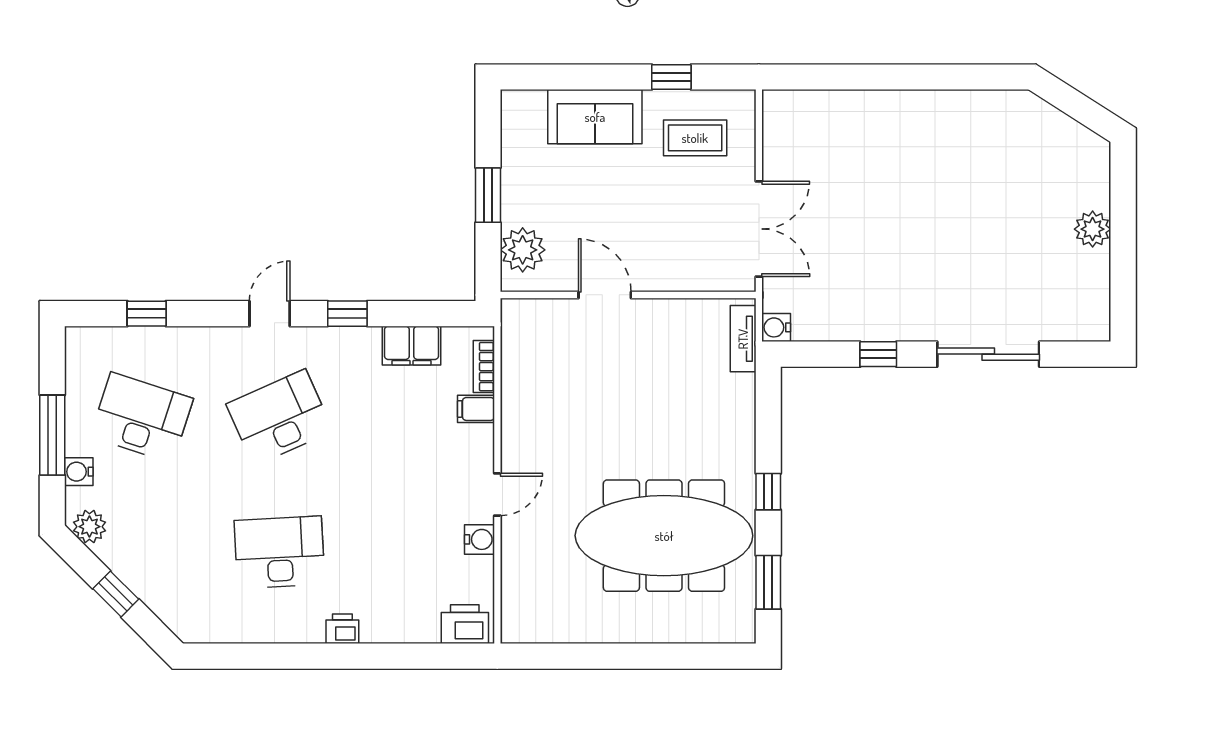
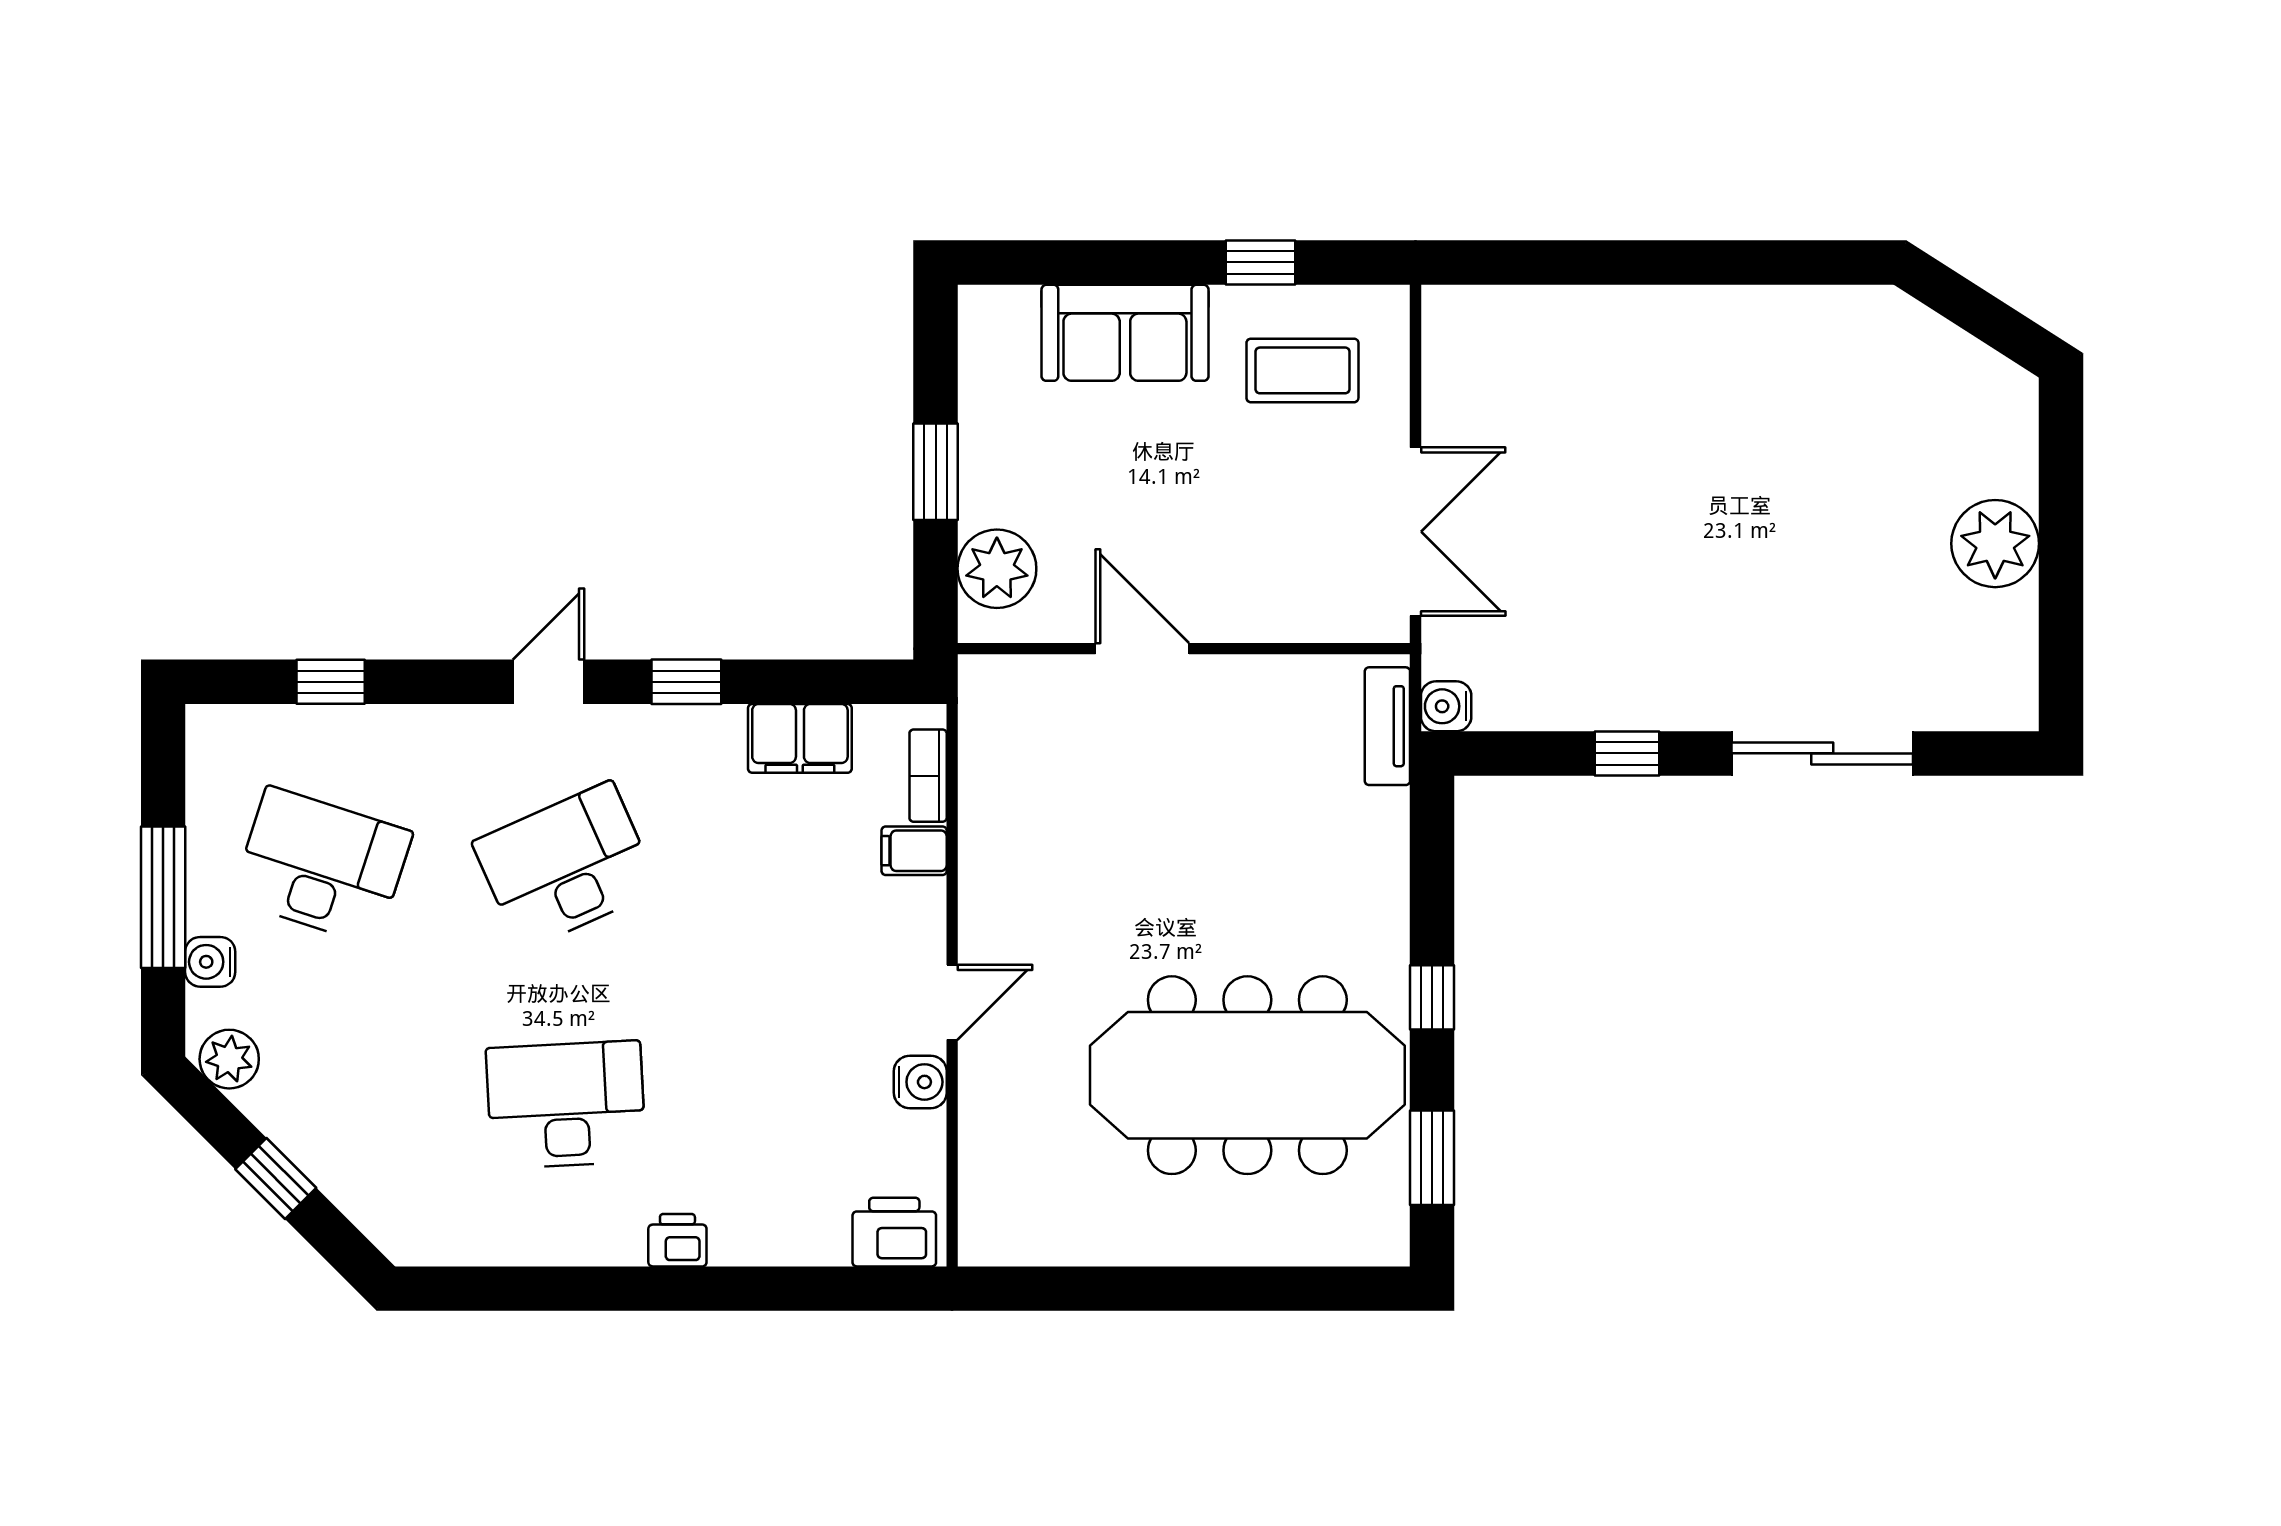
plant: (1093, 229) -> (1995, 544), width x1.36, depth x1.36

